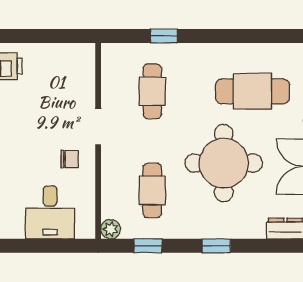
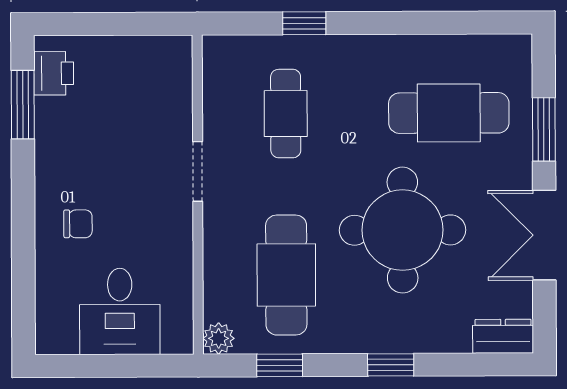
chair: (70, 159) -> (78, 224), moved
cafe table: (152, 190) -> (286, 275), width x1.37, depth x1.35

